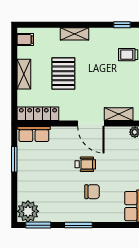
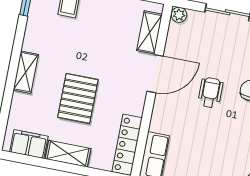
filing cabinet: (25, 40) -> (29, 144), width x2.00
pallet: (63, 73) -> (78, 98), turned 90

